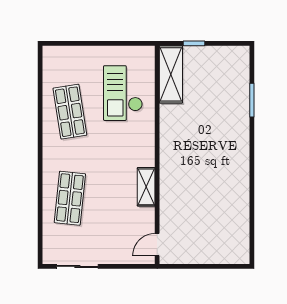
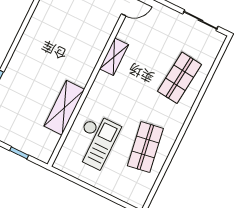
shelving: (171, 74) -> (64, 108), moved

